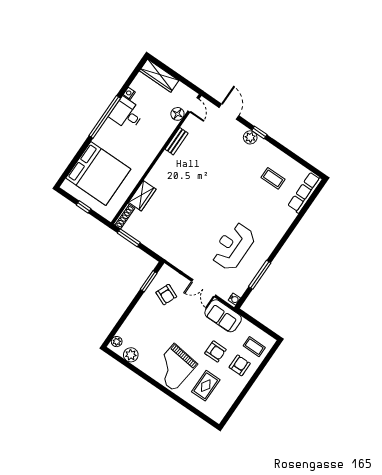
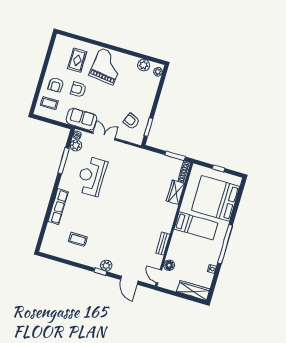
desk: (127, 114) -> (209, 252), removed
bed: (131, 149) -> (196, 226), added
row of seats: (305, 193) -> (58, 207), moved
reception desk: (233, 246) -> (92, 176), turned 180
plant: (239, 288) -> (76, 145), added

